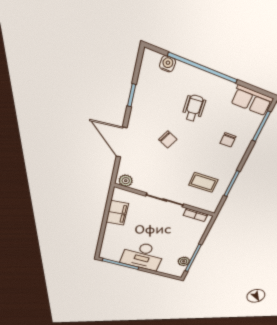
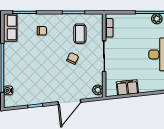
wheelchair: (194, 108) -> (29, 63), removed
chair: (168, 139) -> (73, 58), moved

